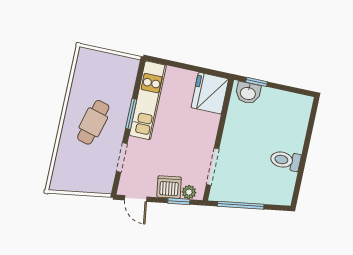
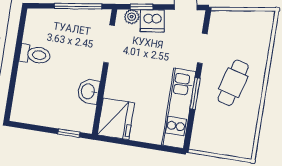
washbasin: (248, 93) -> (88, 91), moved, turned -90

